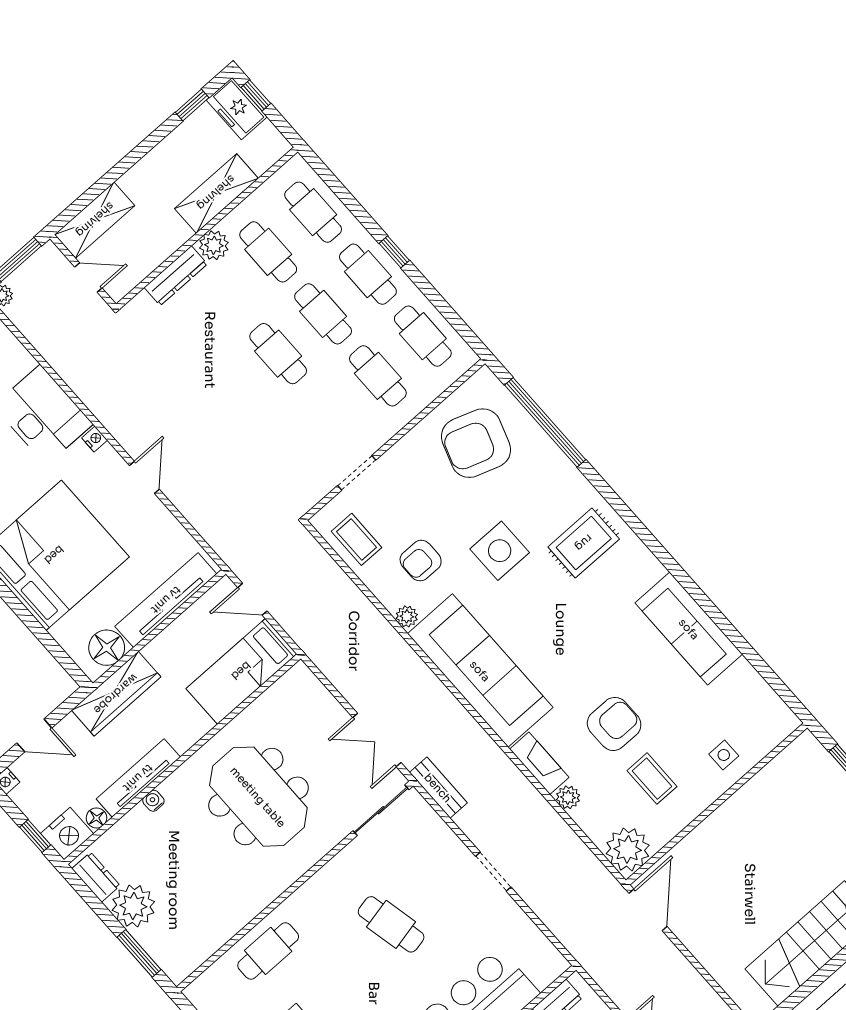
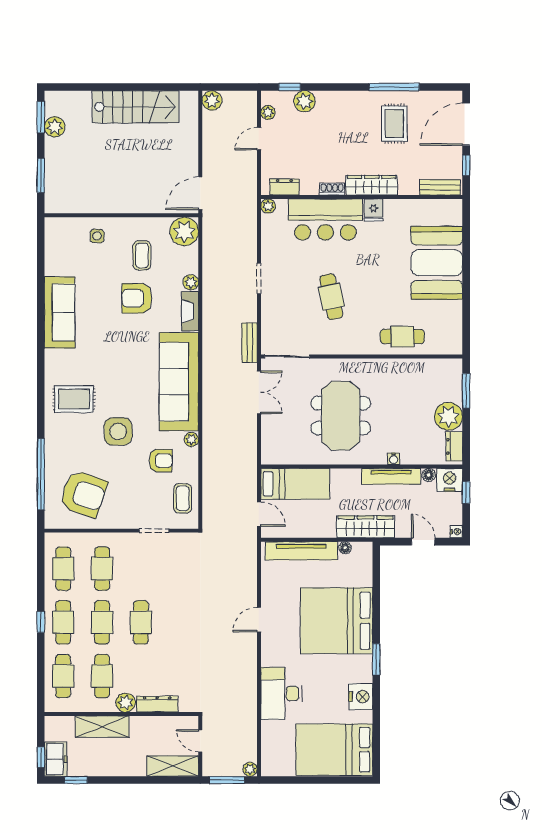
nightstand: (95, 439) -> (267, 660), removed
floor lamp: (107, 648) -> (345, 548), width x0.53, depth x0.53
plant: (557, 964) -> (268, 206), added

